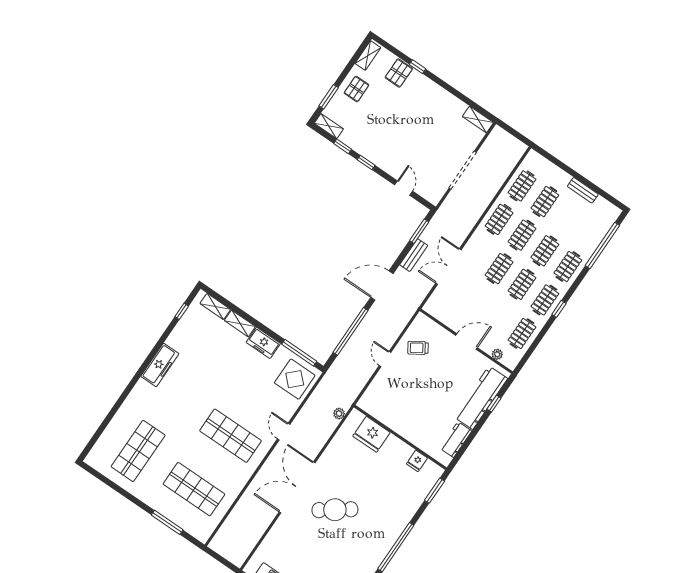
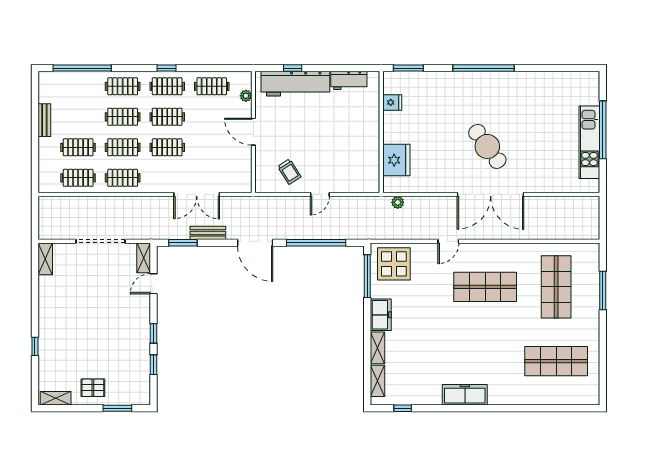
pallet: (399, 73) -> (52, 359), removed
shelving: (329, 126) -> (144, 258), moved
shop shelf: (231, 436) -> (485, 287), turned 90

